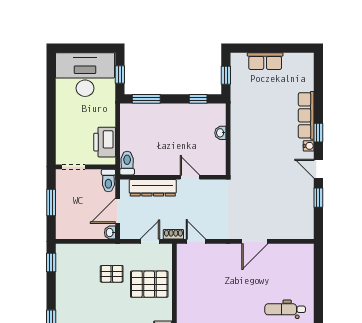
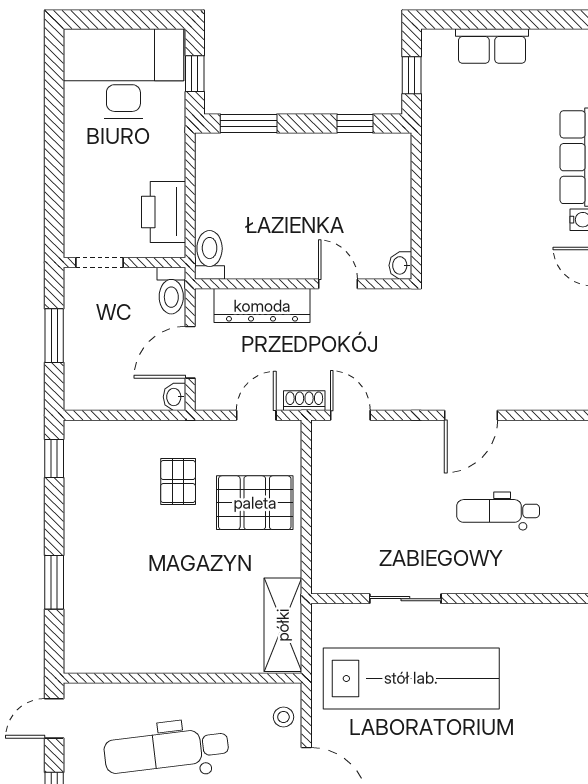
washbasin: (220, 133) -> (400, 265), moved
pallet: (112, 274) -> (178, 482), turned 90
dental chair: (285, 309) -> (498, 511), moved

